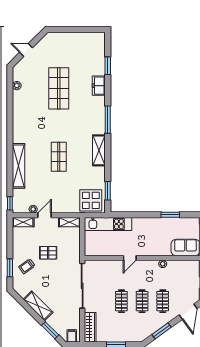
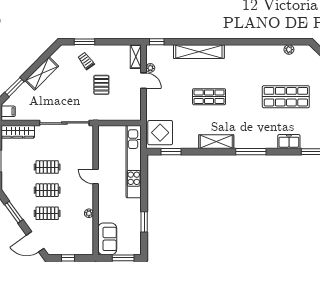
shelving: (69, 222) -> (136, 109), removed
kitchen unit: (108, 224) -> (134, 162), width x1.36

